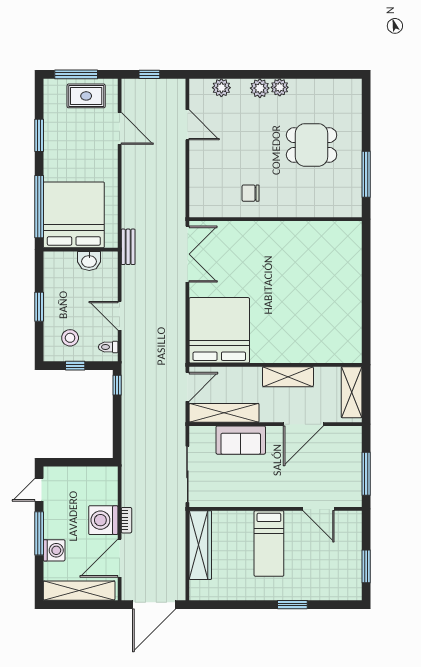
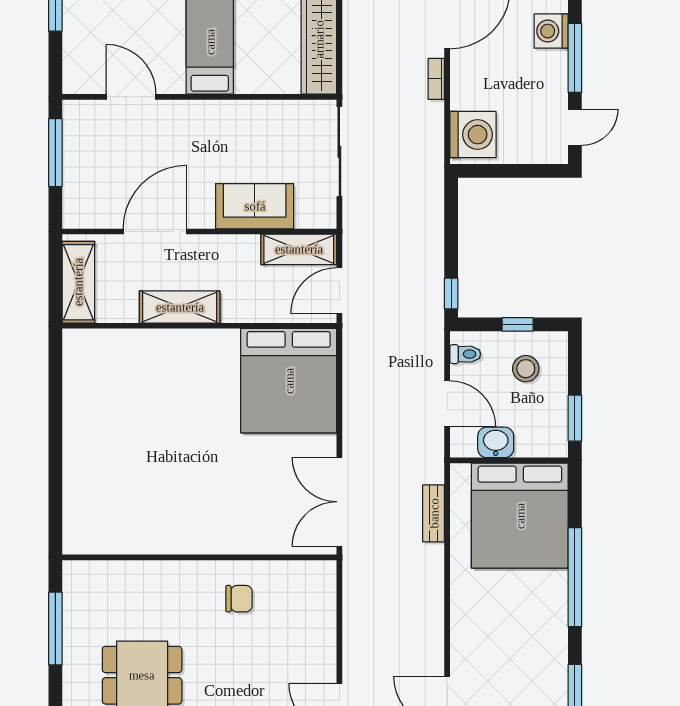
bed: (74, 215) -> (520, 516), moved
wall: (81, 250) -> (509, 460), moved
washbasin: (89, 261) -> (496, 442), moved
shelving: (224, 413) -> (299, 249), width x0.68
washing machine: (103, 520) -> (473, 135), moved

